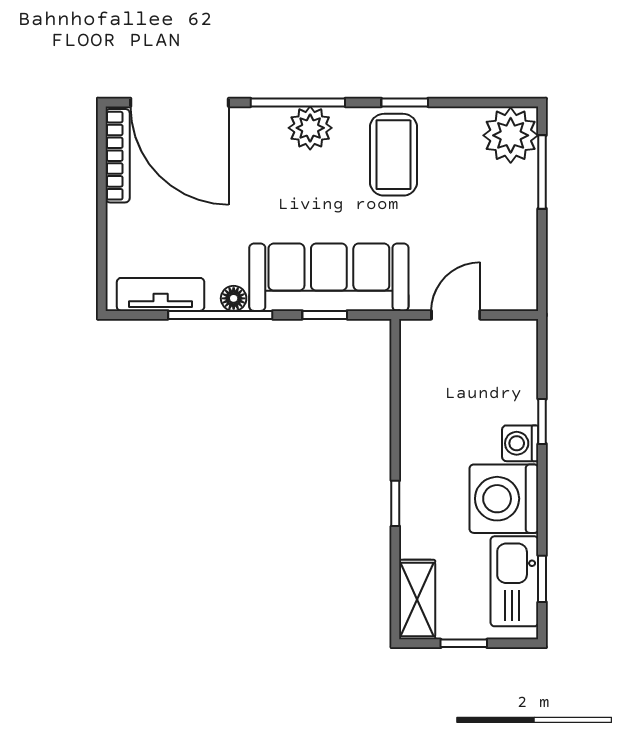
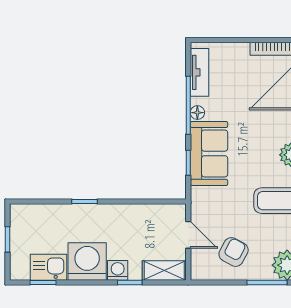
armchair: (487, 233) -> (234, 252), added
sofa: (329, 277) -> (209, 153), width x0.73
kitchen sink: (514, 581) -> (48, 267), width x0.73
shelving: (417, 600) -> (164, 270), moved

